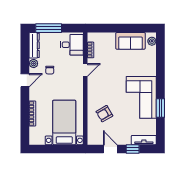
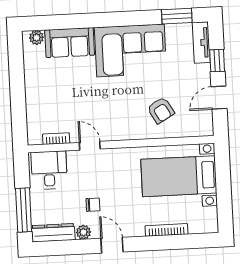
sofa: (130, 41) -> (70, 43), moved, turned 90
window: (160, 108) -> (177, 16), moved

